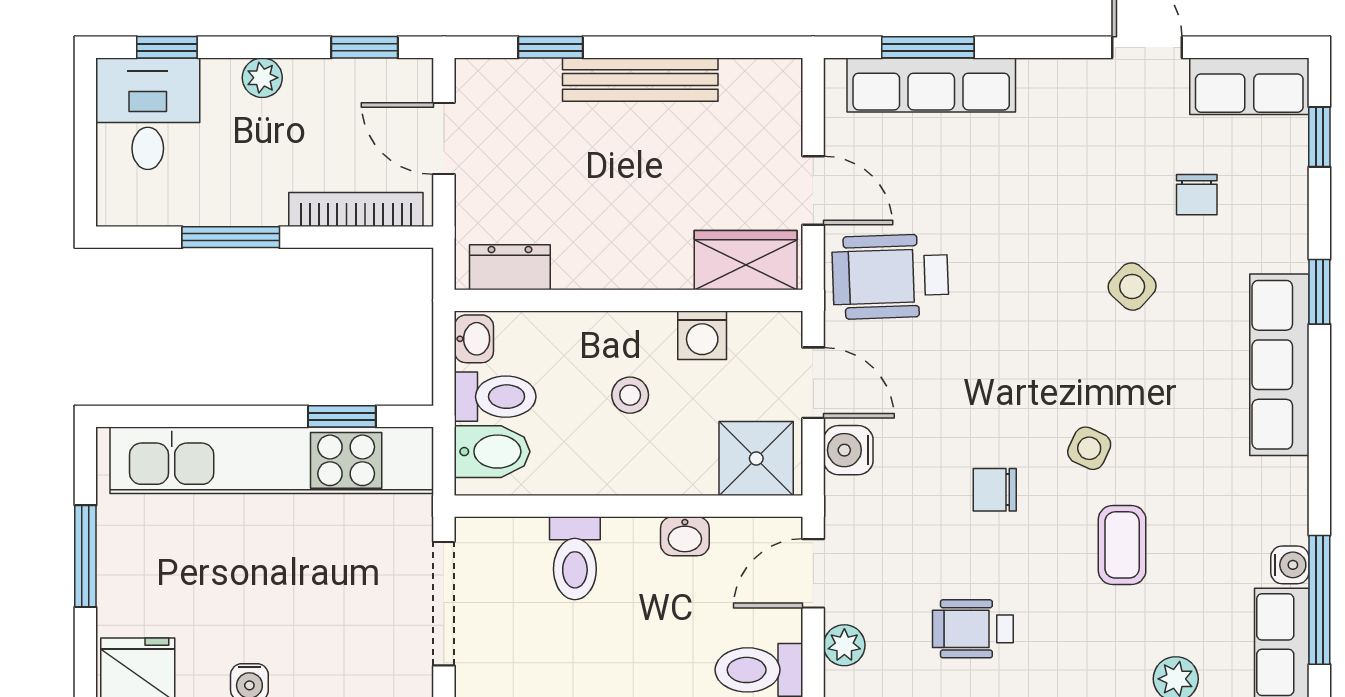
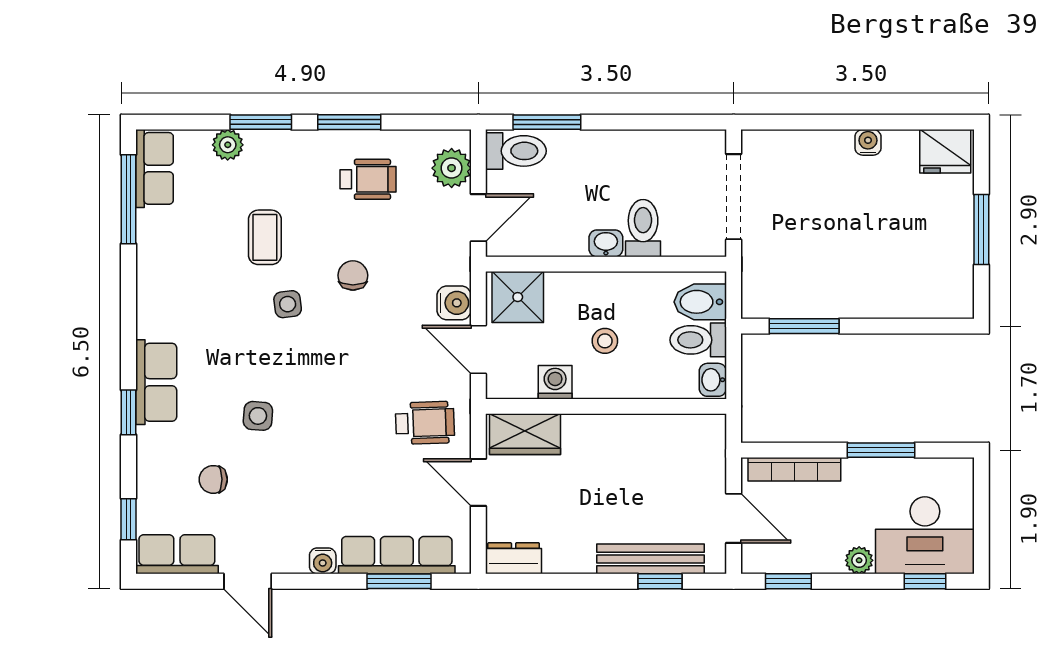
bench: (640, 80) -> (651, 559), moved
desk: (148, 114) -> (925, 535), width x1.37
chair: (1197, 195) -> (213, 479), turned -90
dresser: (510, 267) -> (514, 558), moved, turned 180
wheelchair: (890, 276) -> (425, 423), width x0.73, depth x0.73
side table: (1132, 287) -> (258, 416), turned -38
row of seats: (1279, 365) -> (156, 382), width x0.68
window: (342, 416) -> (804, 326), width x1.50
side table: (1089, 448) -> (288, 304), turned -32
kitchen unit: (272, 460) -> (853, 296), removed
chair: (995, 490) -> (353, 275), turned -90
washbasin: (685, 536) -> (606, 243), moved
water cooler: (1290, 565) -> (323, 561), moved, turned -90
plant: (844, 645) -> (452, 168), width x1.38, depth x1.38

